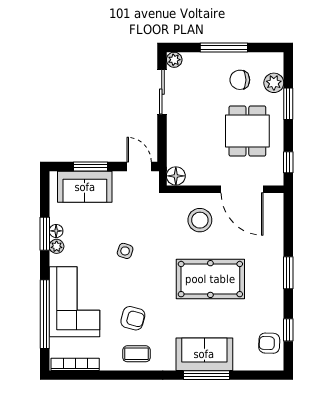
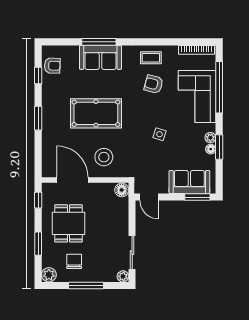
chair: (240, 80) -> (74, 261), turned -90
plant: (274, 83) -> (49, 275), moved
window: (90, 166) -> (197, 197), moved

